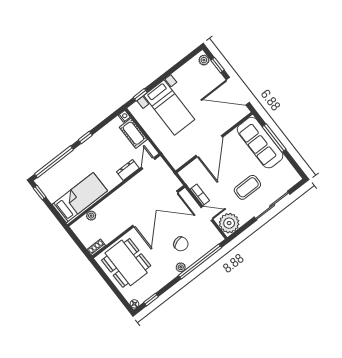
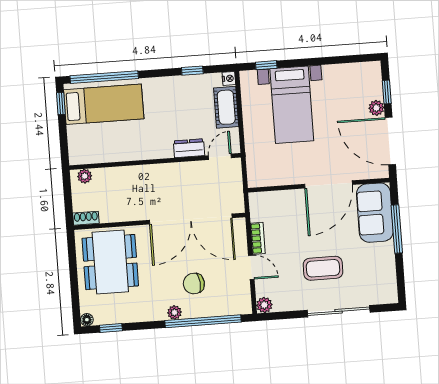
plant: (204, 60) -> (376, 108), moved
window: (85, 138) -> (192, 71), moved
sofa: (260, 143) -> (375, 213), width x0.73
door: (209, 146) -> (329, 184), moved
bed: (80, 198) -> (104, 104), moved
plant: (91, 216) -> (85, 176), moved
plant: (229, 223) -> (264, 305), width x0.53, depth x0.53
chair: (181, 244) -> (194, 284), turned 102

